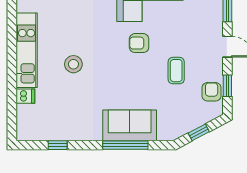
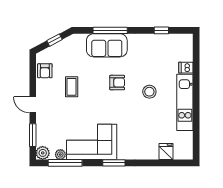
armchair: (139, 43) -> (117, 83), moved
window: (227, 86) -> (33, 75), removed

